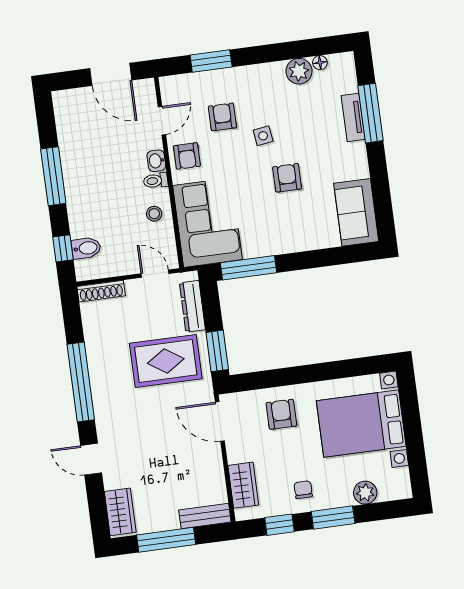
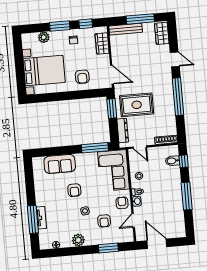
plant: (299, 71) -> (78, 240), moved
sofa: (356, 212) -> (60, 164), moved, turned 90
bench: (205, 516) -> (126, 29), width x1.36

